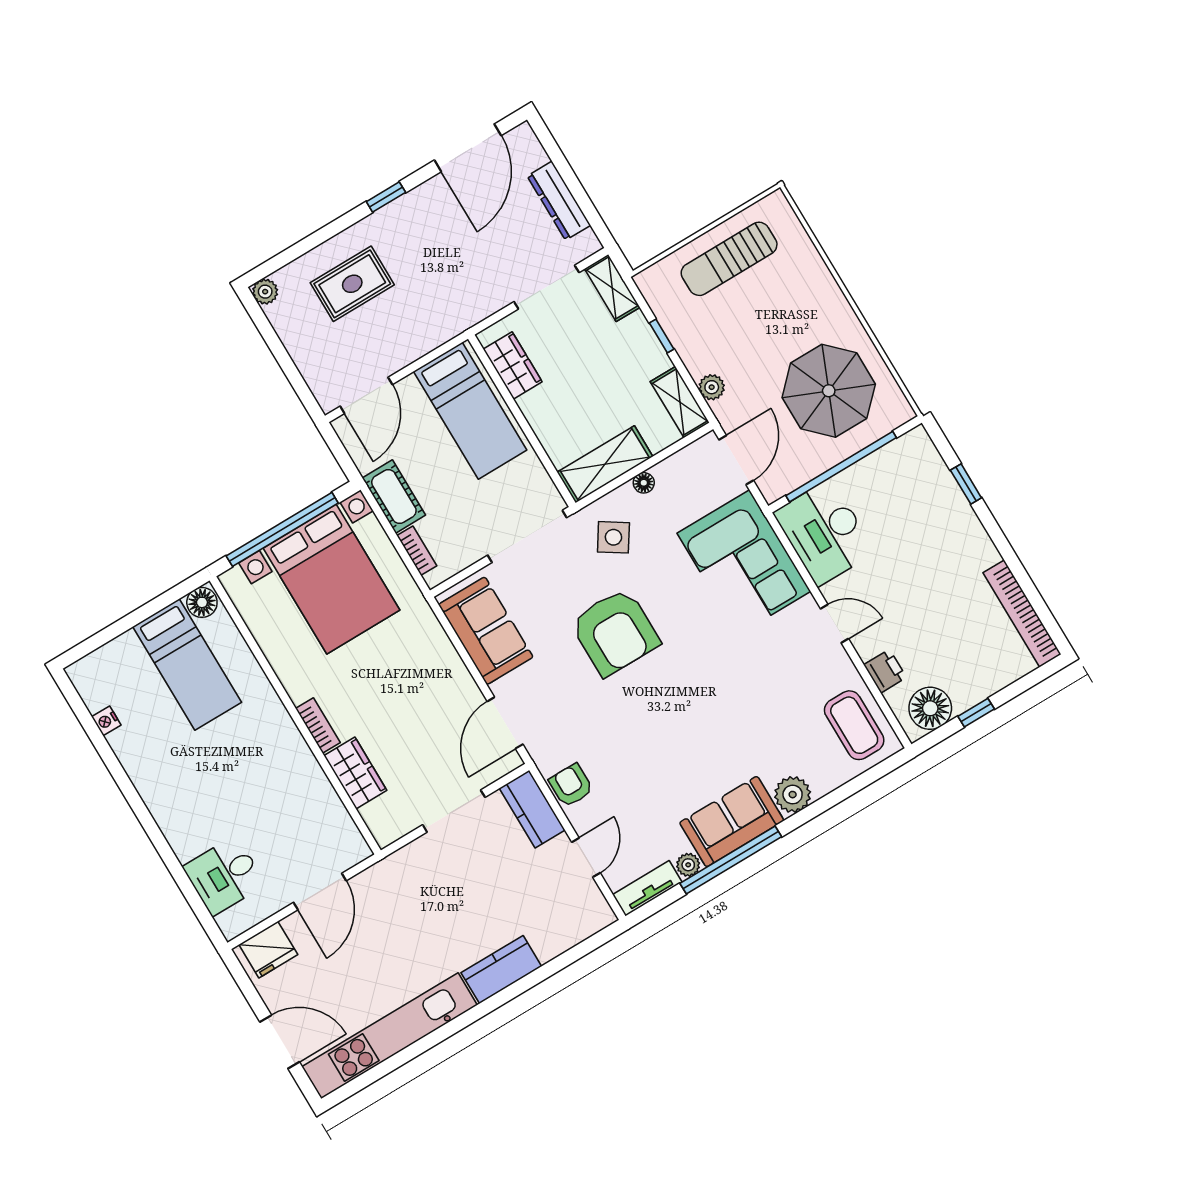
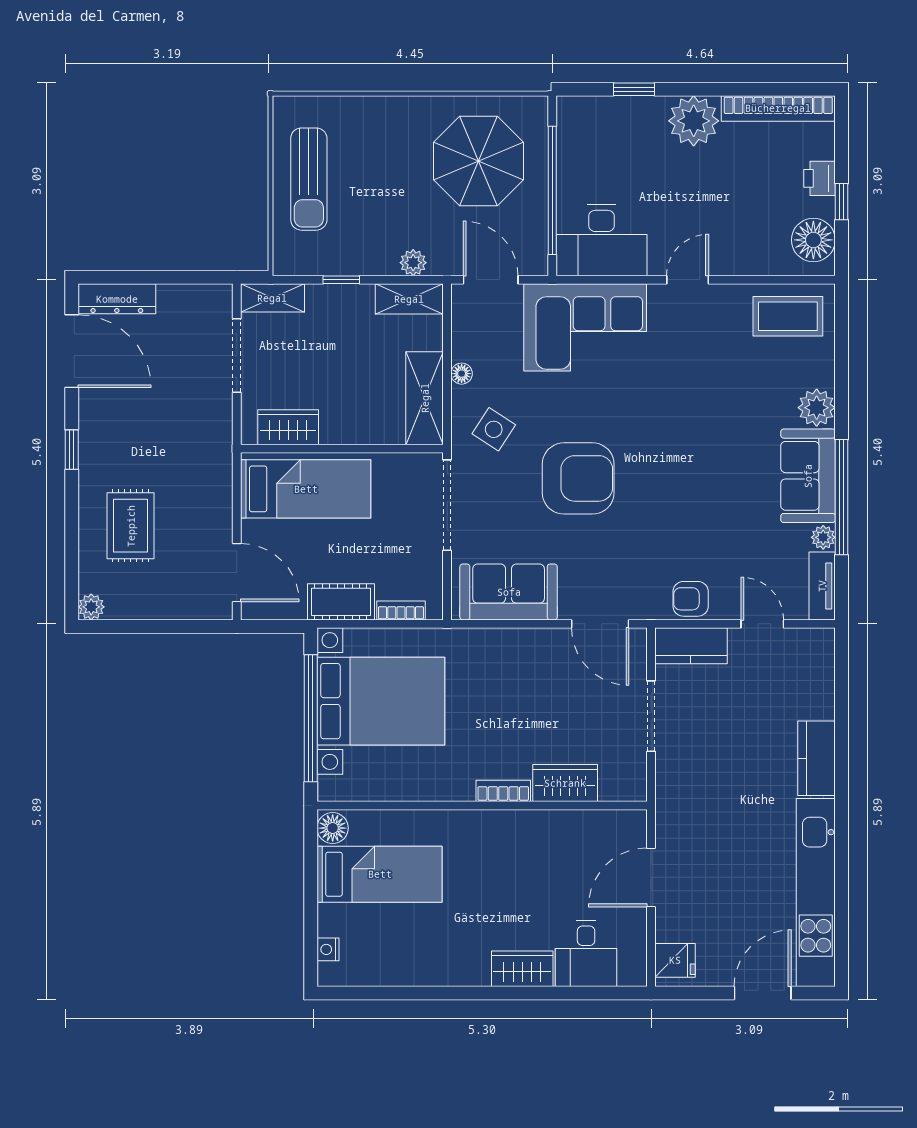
dresser: (559, 201) -> (117, 299), moved
plant: (969, 549) -> (694, 121), added
printer: (885, 671) -> (820, 178), moved, turned -90
nightstand: (106, 721) -> (328, 949), moved, turned 90
wardrobe: (180, 830) -> (522, 969), added
door: (320, 892) -> (651, 877), swing flipped
fridge: (268, 950) -> (675, 960), width x0.72

